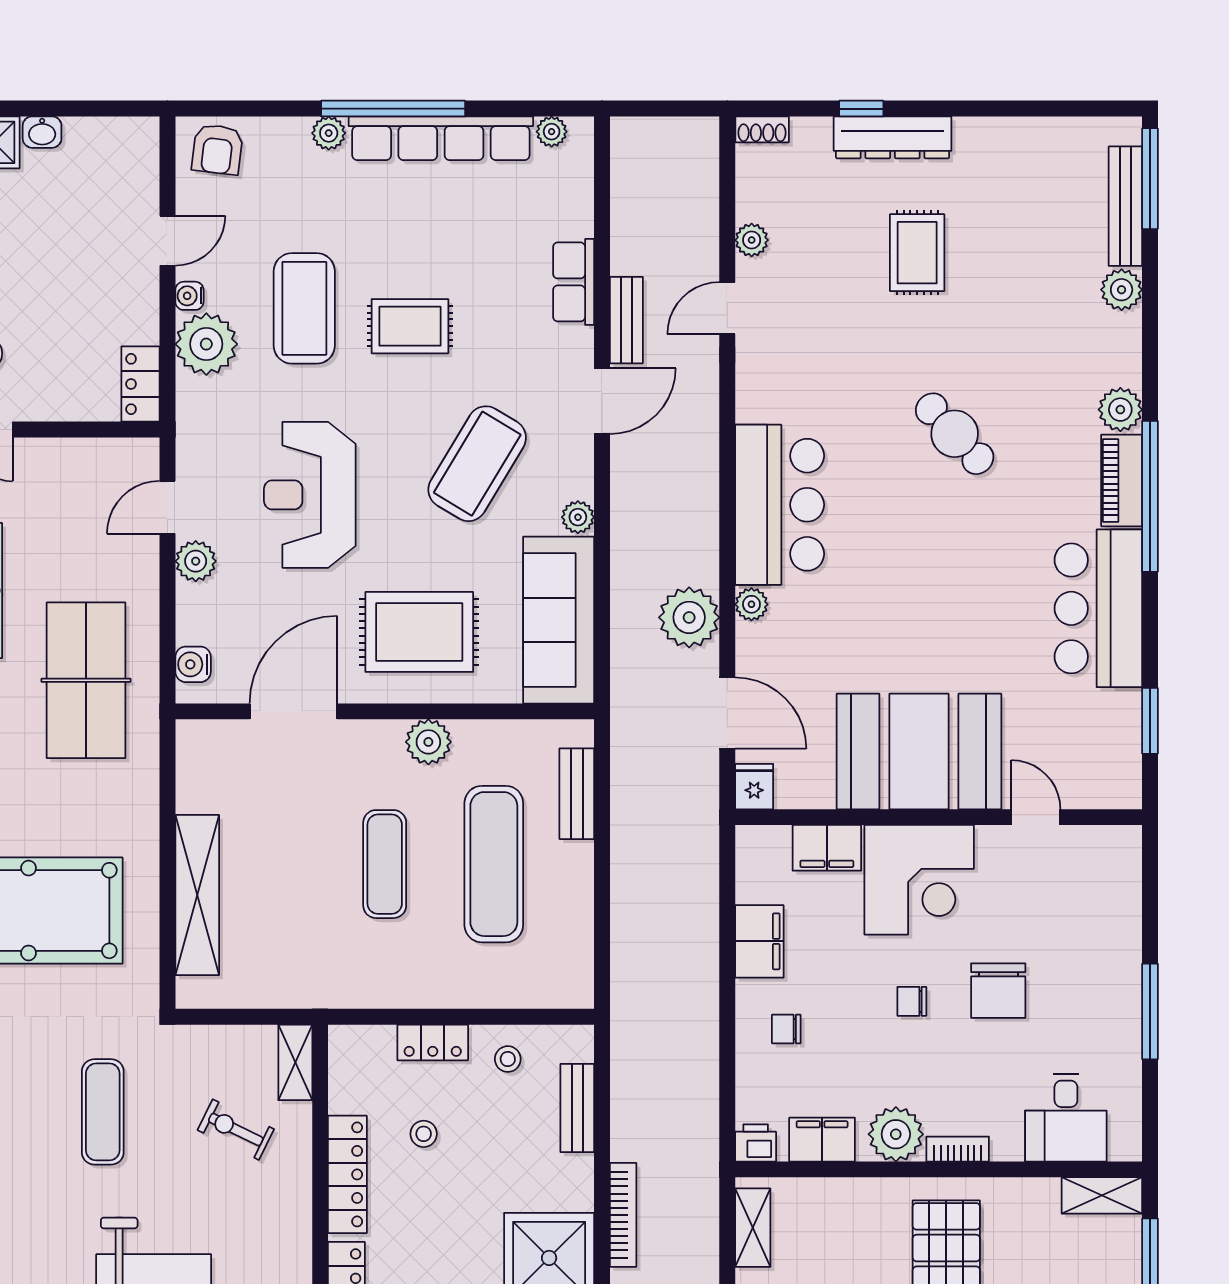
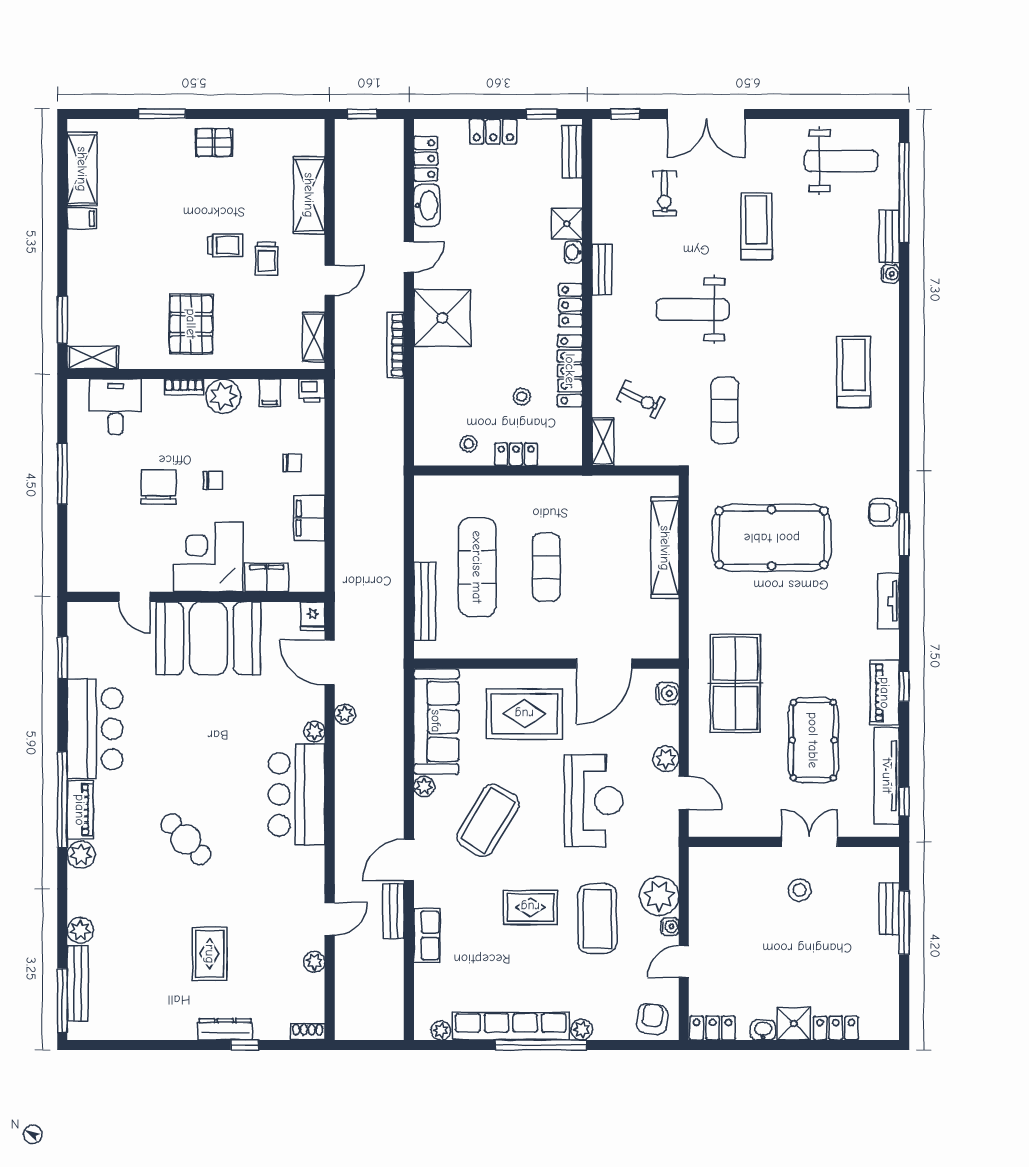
dresser: (893, 137) -> (225, 1029), width x0.73, depth x0.80
locker: (141, 384) -> (713, 1028), moved, turned -90
door: (167, 507) -> (684, 793), hinge flipped
plant: (689, 617) -> (345, 714), width x0.53, depth x0.53
plant: (428, 742) -> (519, 644), removed
bench: (577, 794) -> (425, 601), width x1.36
bench: (577, 1108) -> (425, 413), removed
filing cabinet: (822, 1140) -> (270, 393), width x0.50

